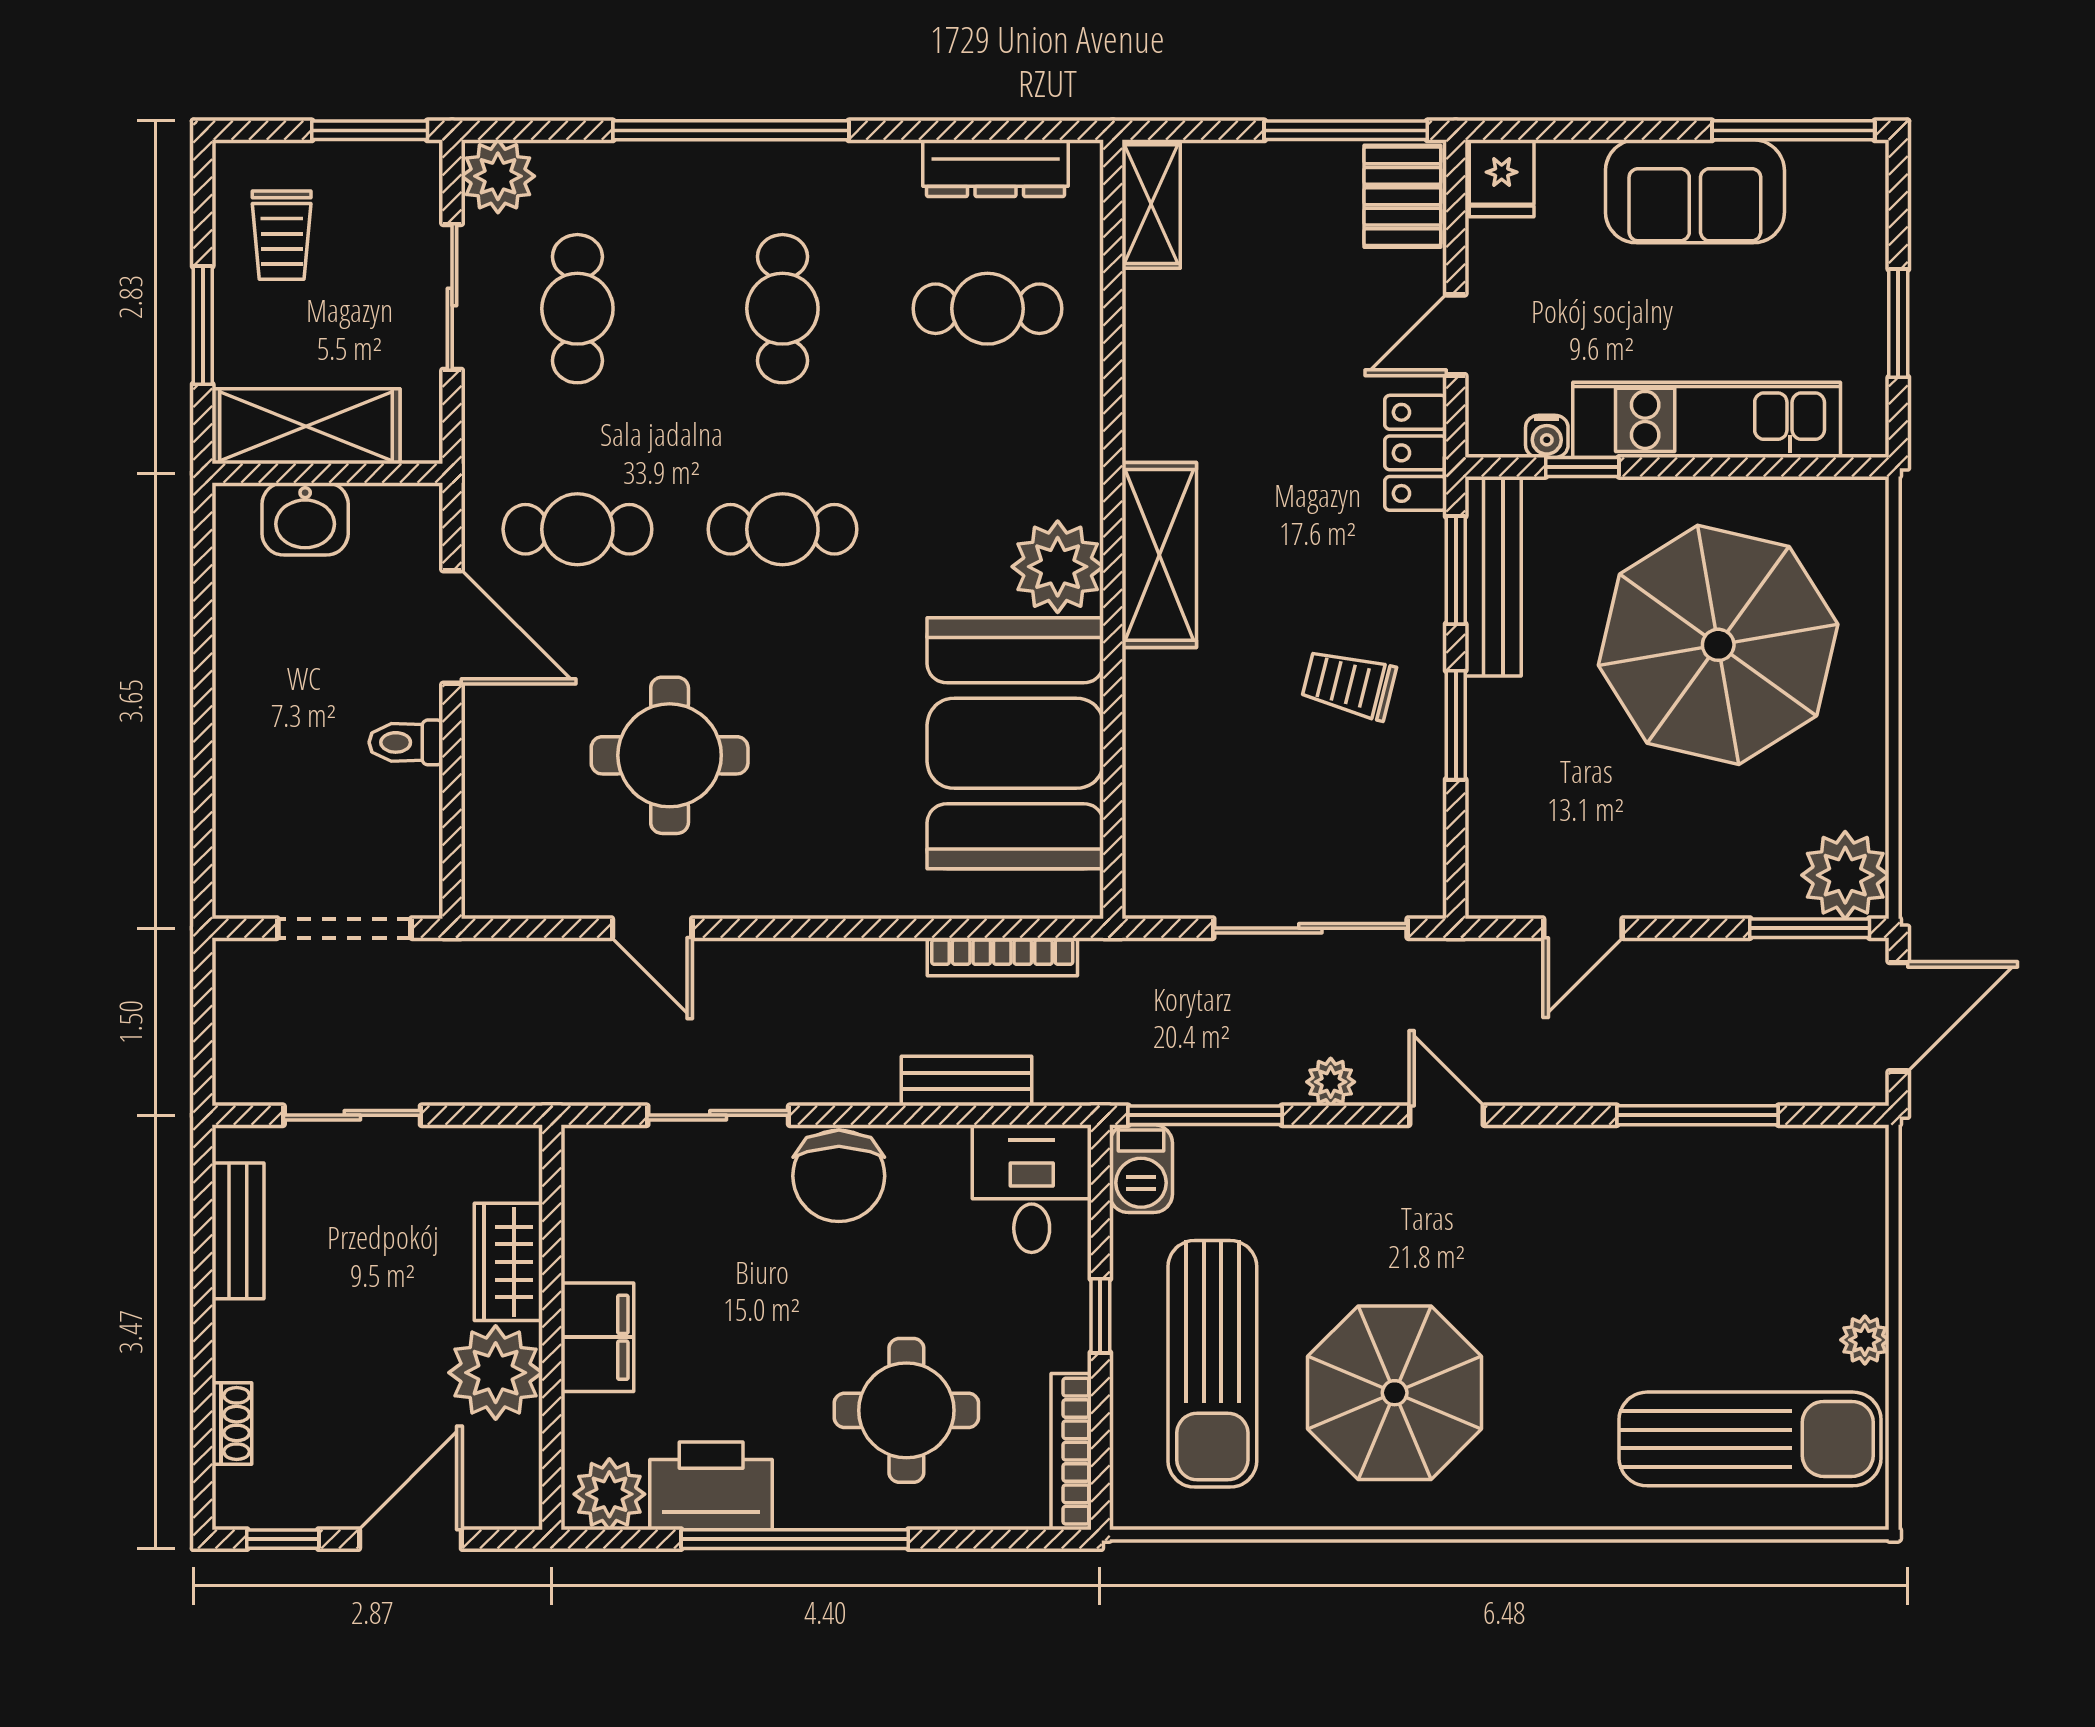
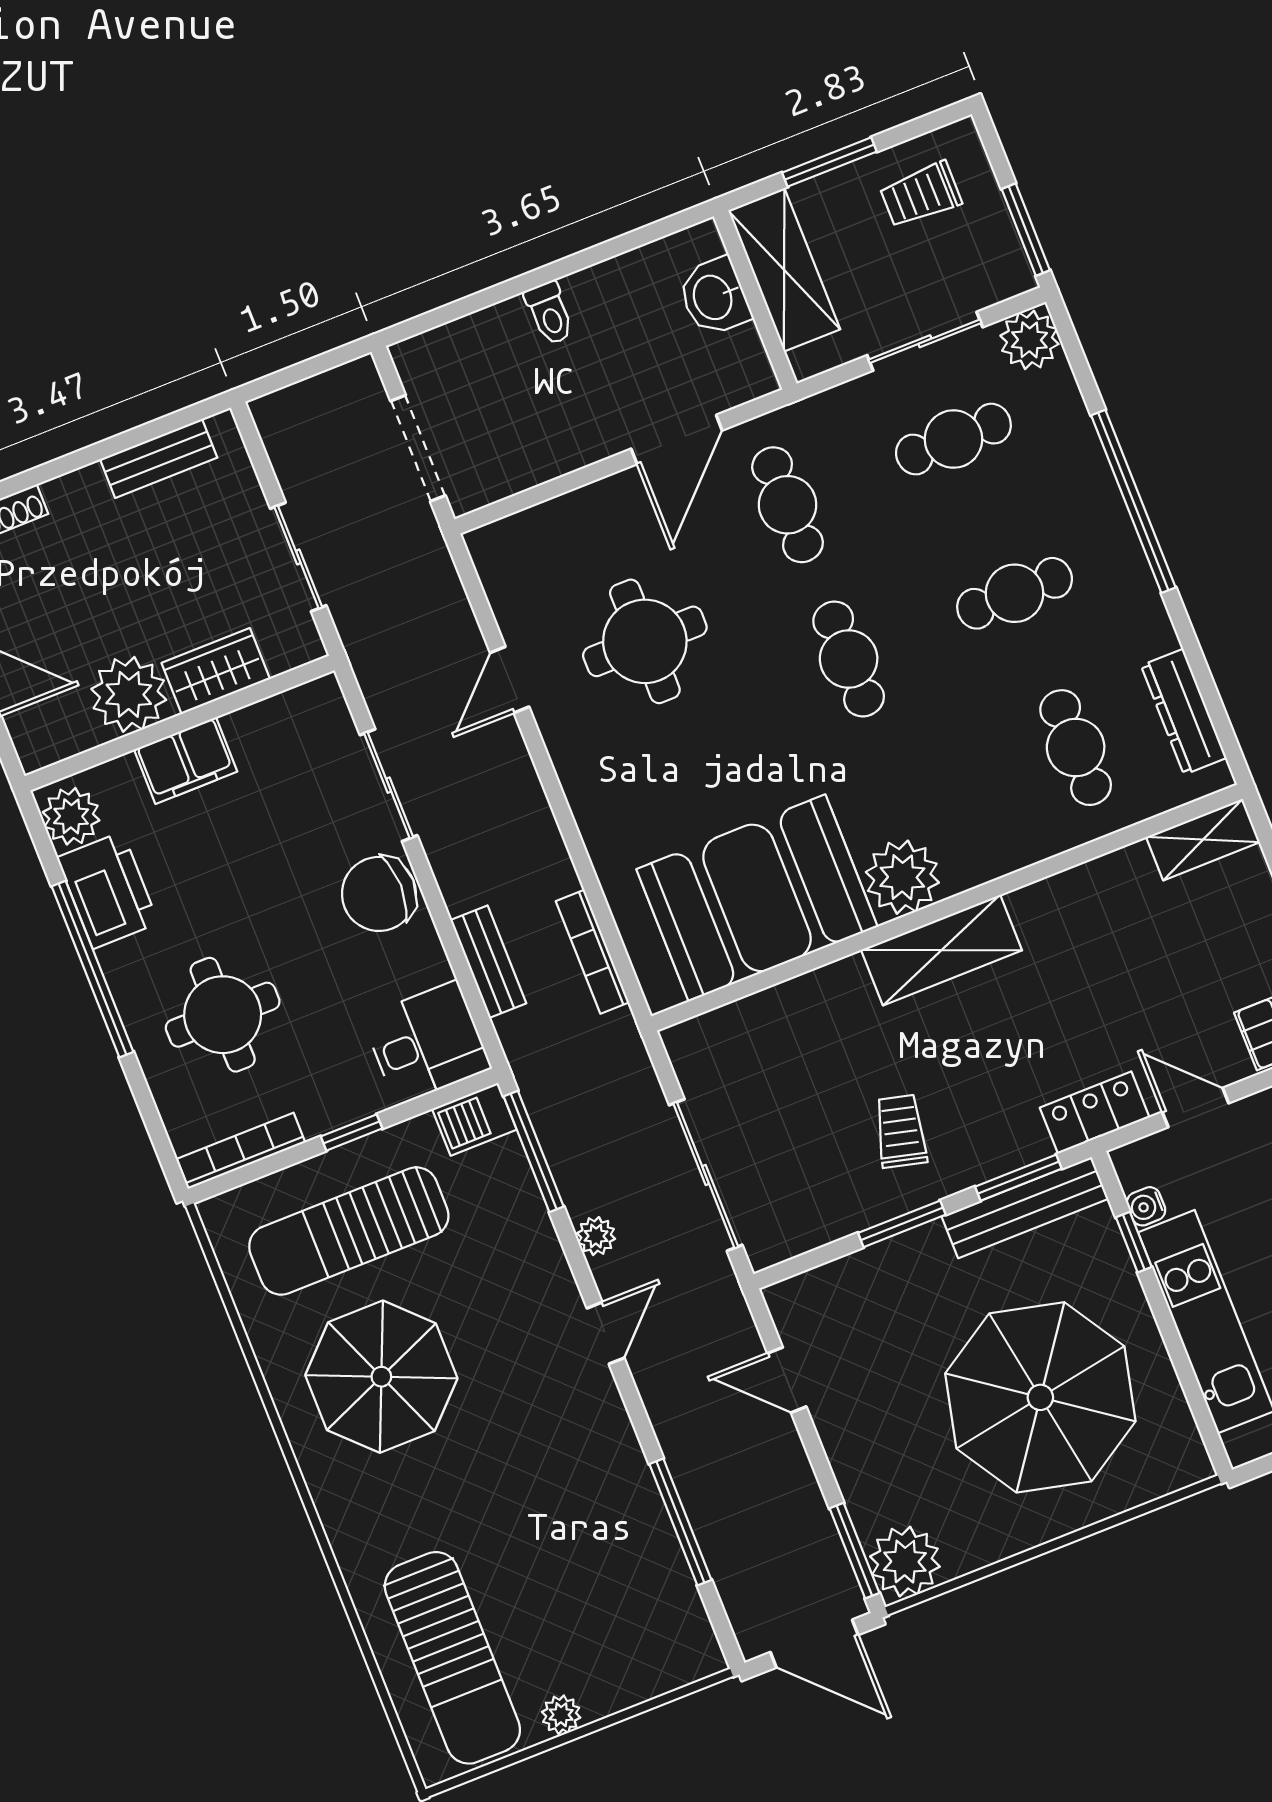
toilet: (406, 742) -> (549, 313), moved, turned 180
sliding door: (352, 1115) -> (298, 557), moved

